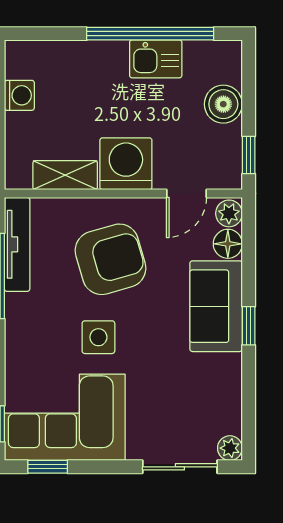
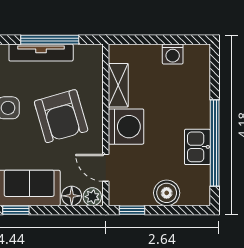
tv unit: (17, 244) -> (41, 52), moved

